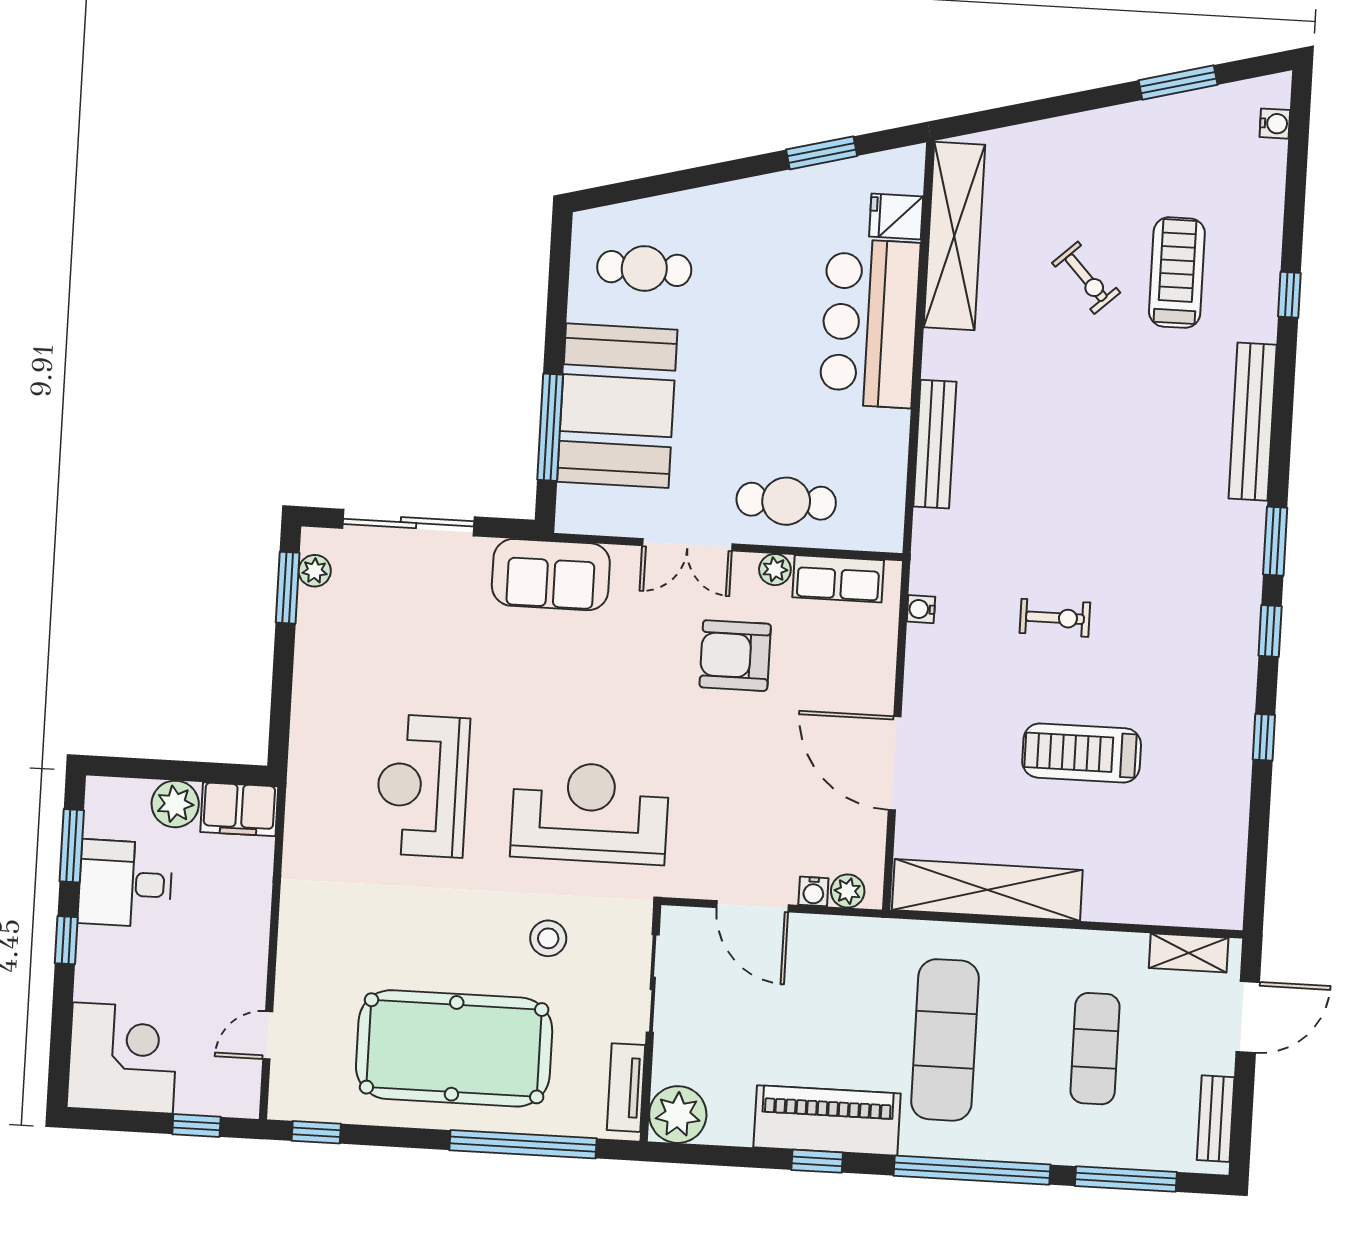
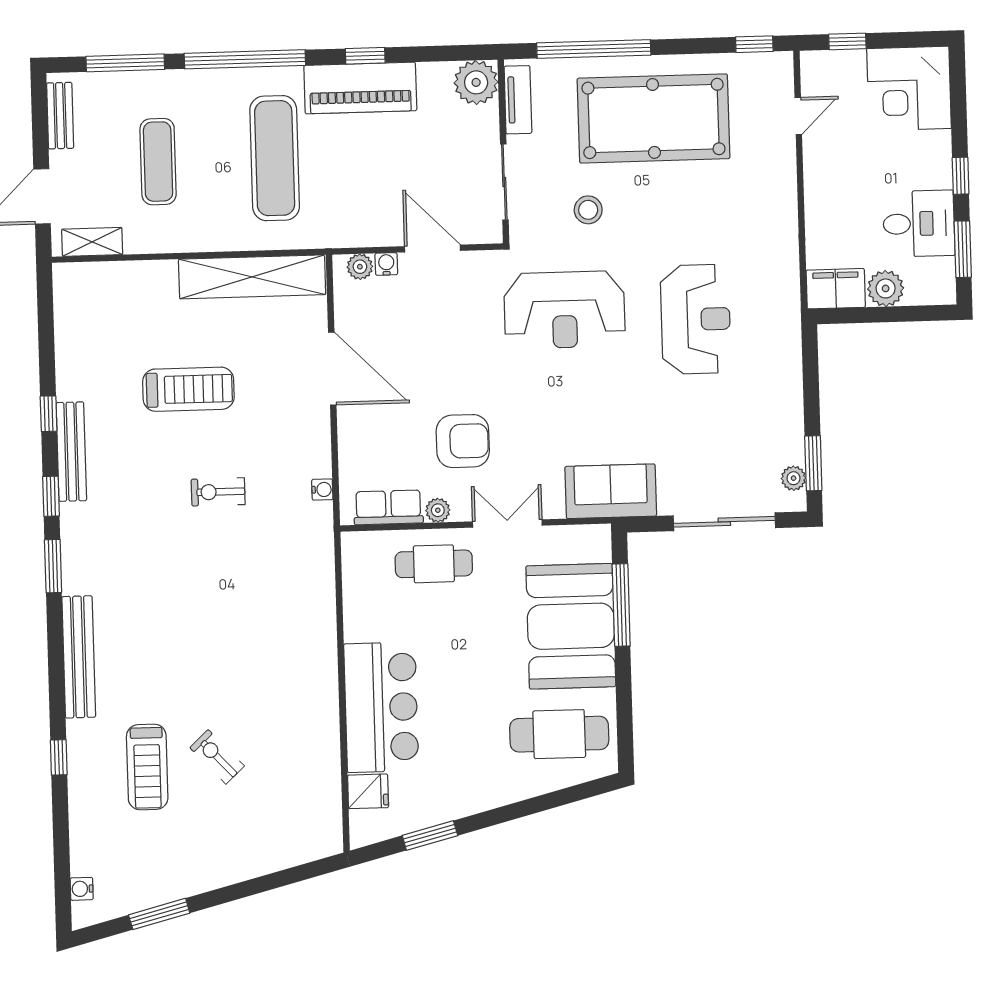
shelving: (954, 236) -> (322, 780), removed
cafe table: (644, 268) -> (559, 734), width x1.37, depth x1.35
bench: (935, 444) -> (71, 452), moved

